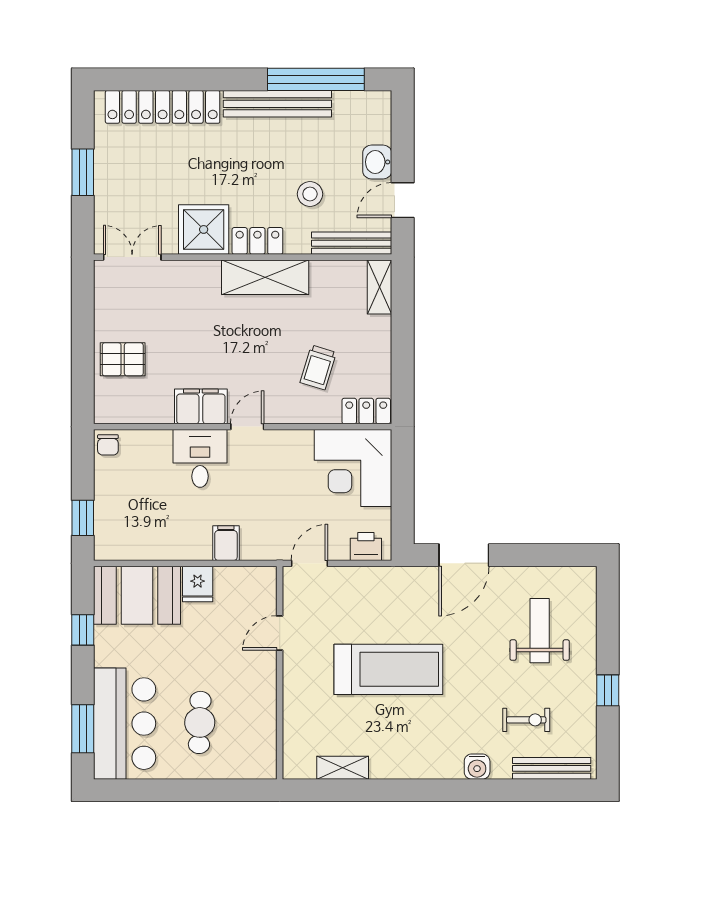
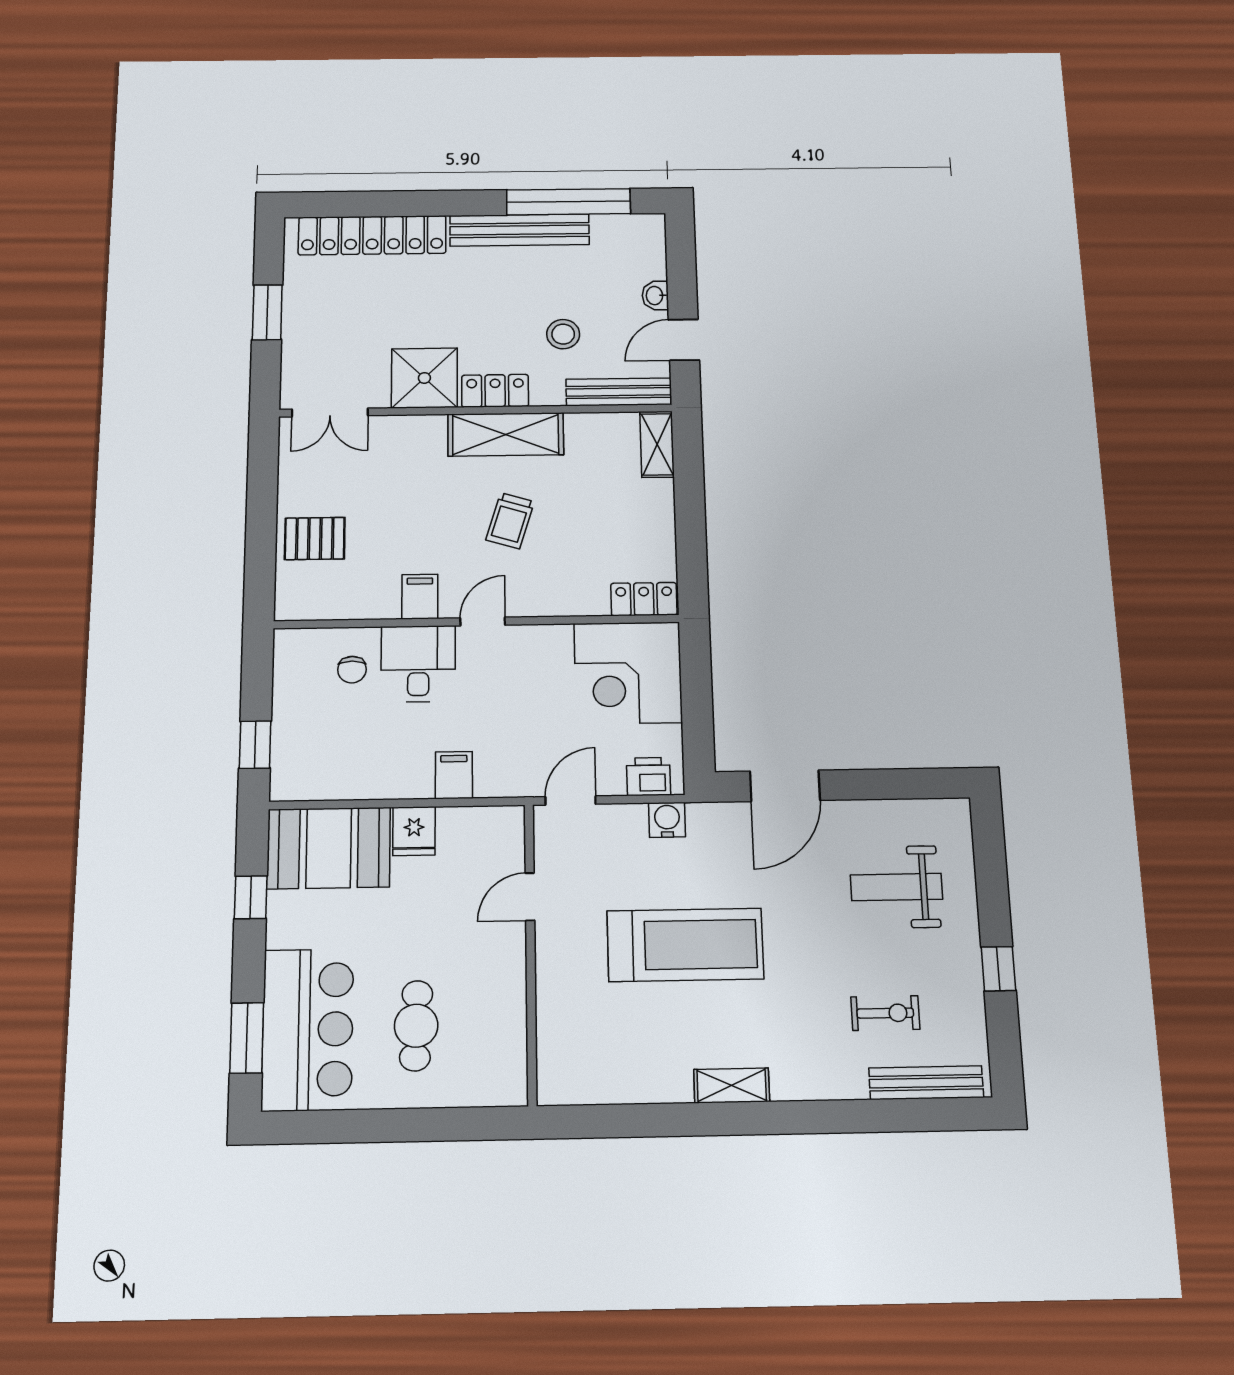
washbasin: (377, 162) -> (655, 296), width x0.72, depth x0.69
double door: (132, 257) -> (330, 412), swing flipped
trolley: (318, 367) -> (510, 521), moved
filing cabinet: (201, 406) -> (420, 597), width x0.50
chair: (108, 445) -> (352, 670), moved
weight bench: (540, 631) -> (896, 887), turned -90
water cooler: (477, 767) -> (667, 820), moved, turned 180
shelving: (343, 768) -> (732, 1086), moved

